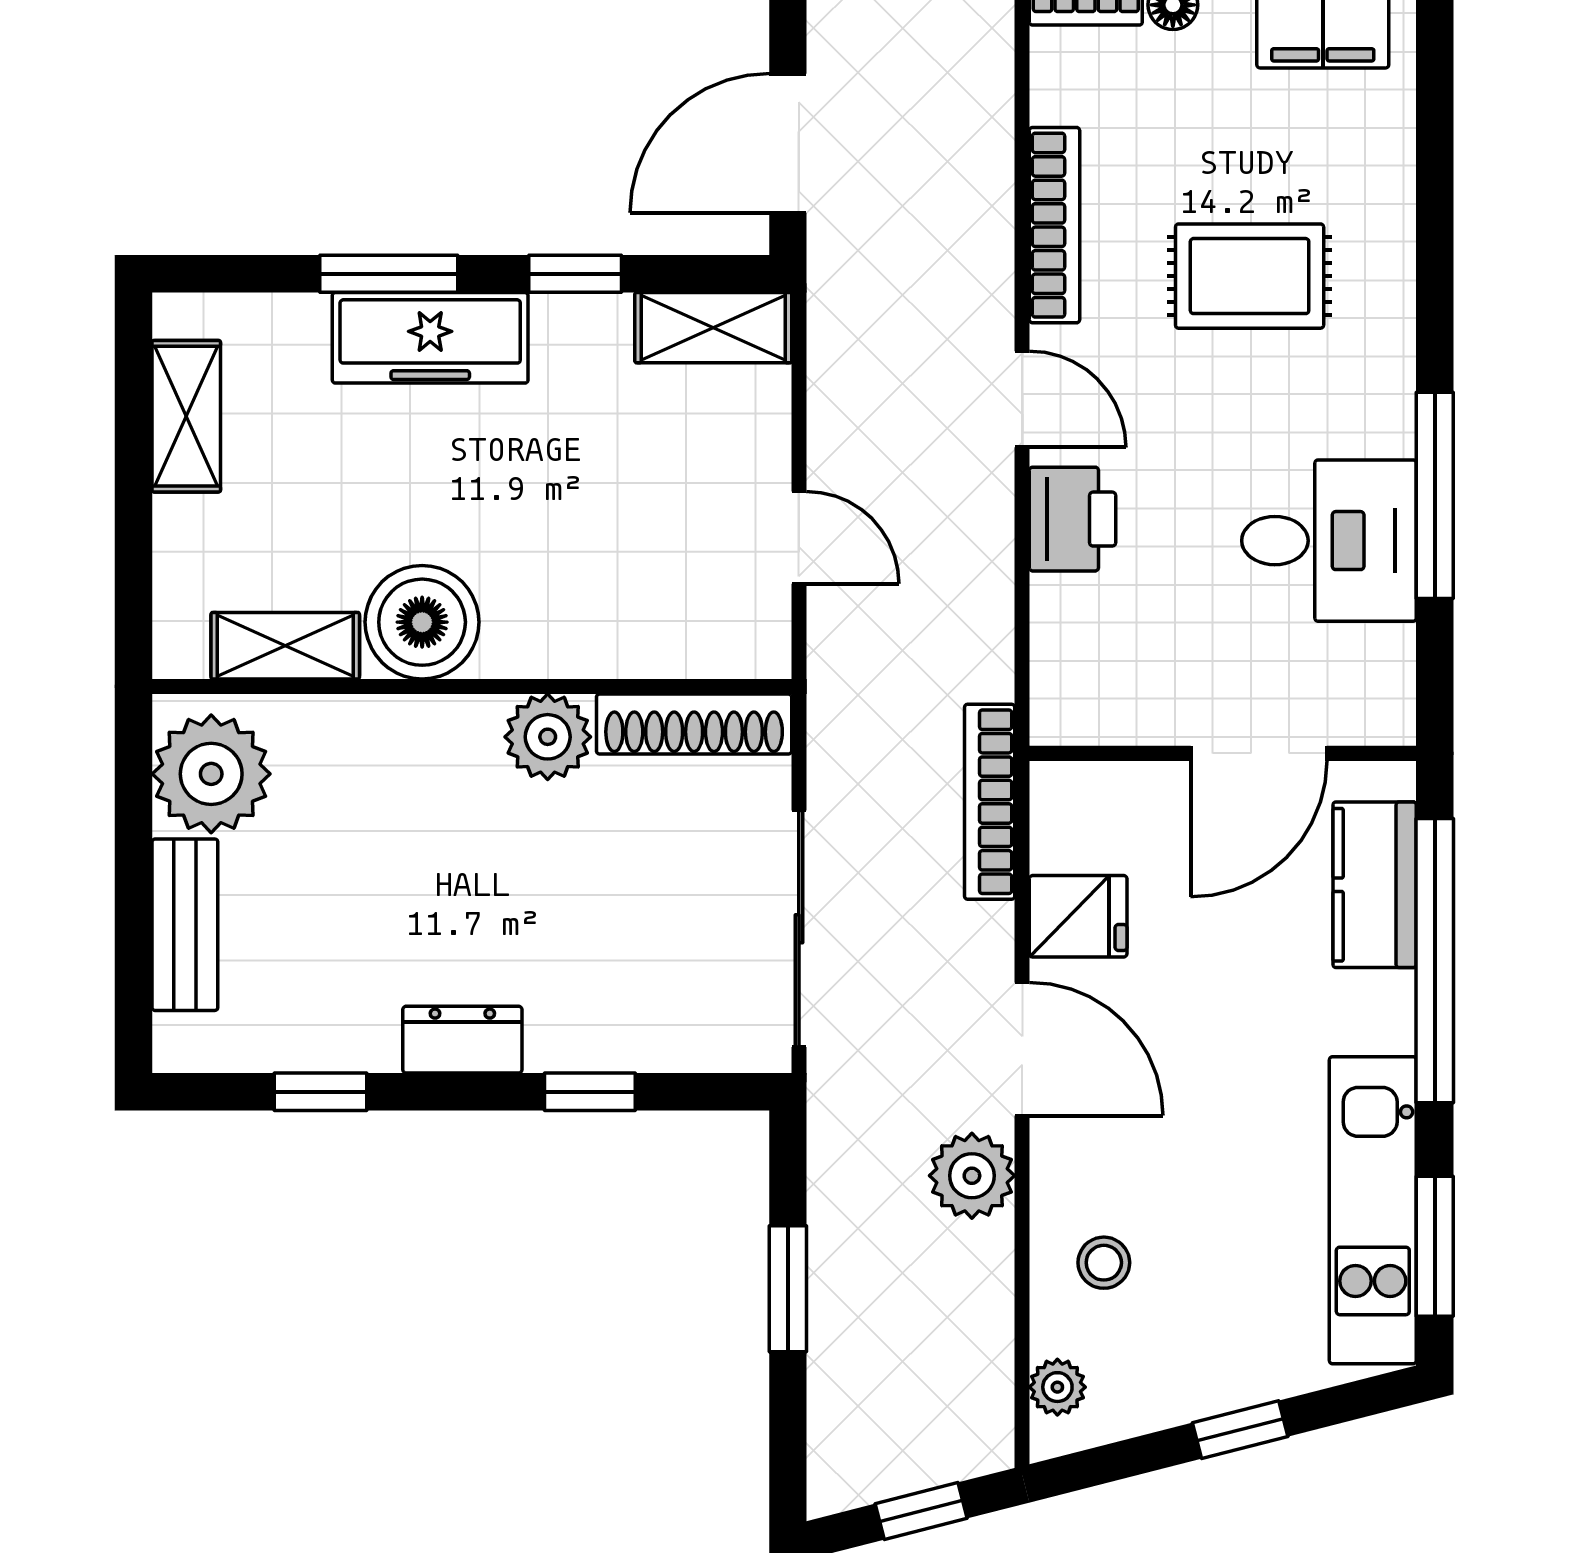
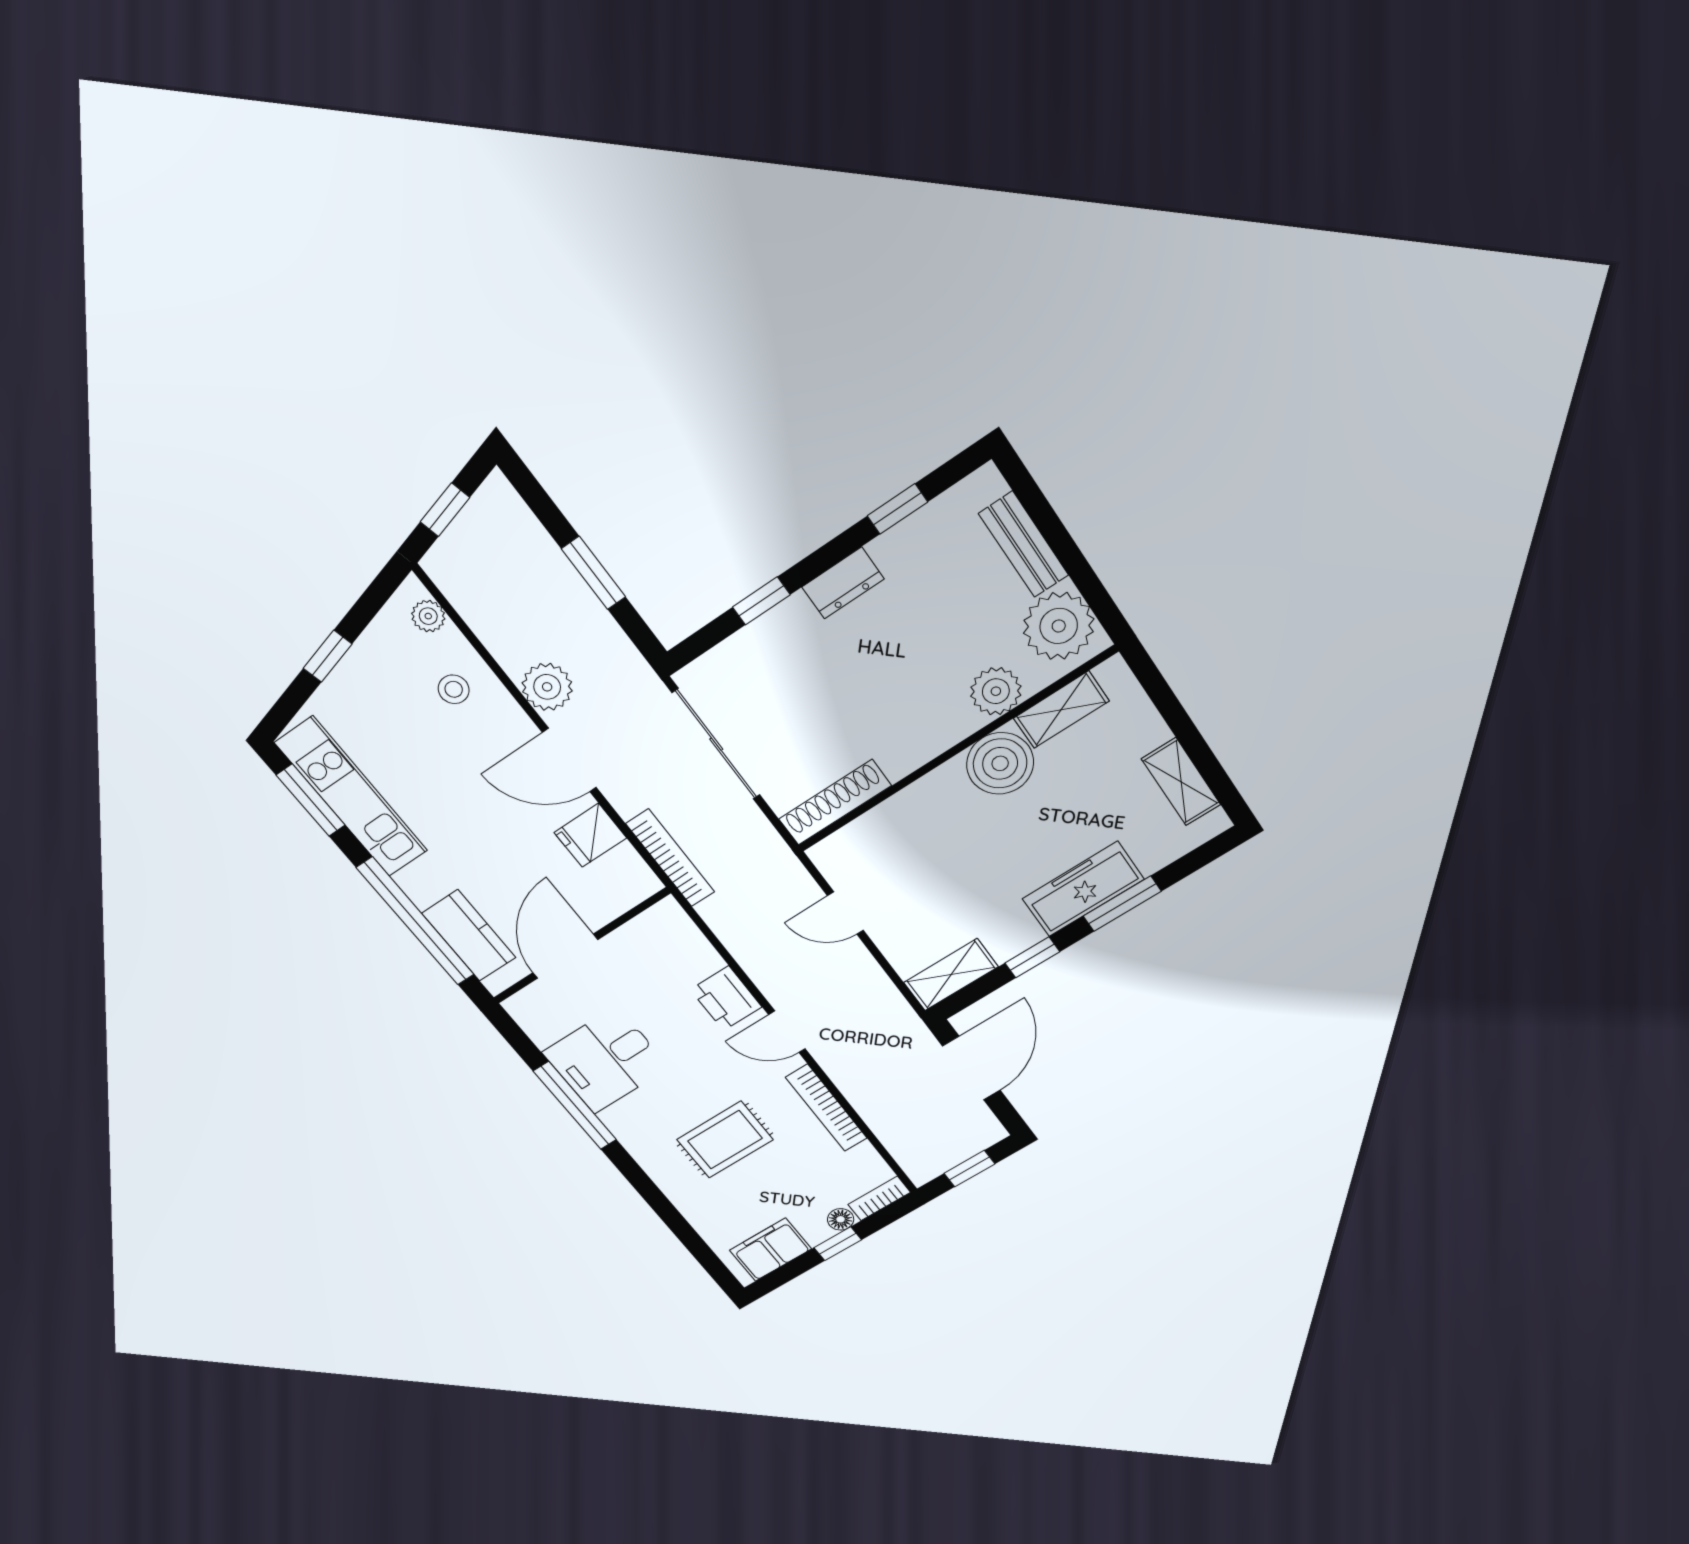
plant: (548, 737) -> (996, 691), moved

